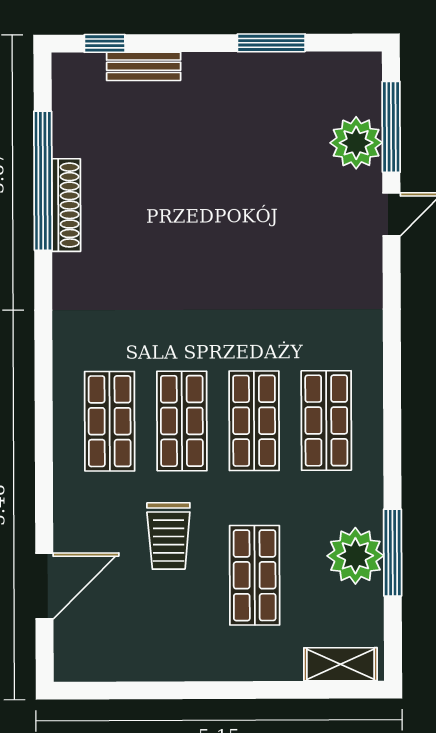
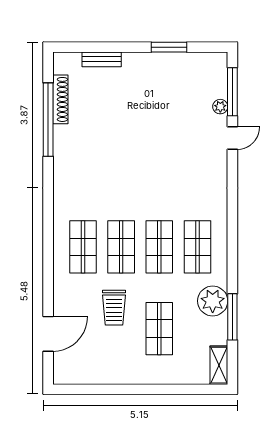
window: (105, 43) -> (81, 47), removed
plant: (356, 143) -> (220, 107), width x0.53, depth x0.53
shoe rack: (66, 205) -> (60, 99), moved
plant: (355, 556) -> (213, 301), moved
shelving: (340, 664) -> (219, 365), moved, turned 90

